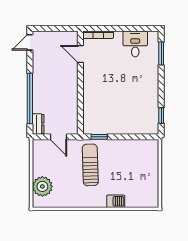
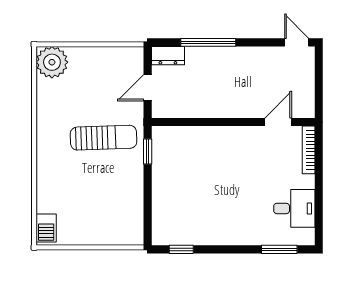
window: (30, 98) -> (208, 42), width x0.68
plant: (42, 186) -> (52, 62), moved
barbecue: (116, 201) -> (46, 228), moved

